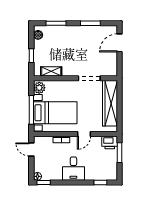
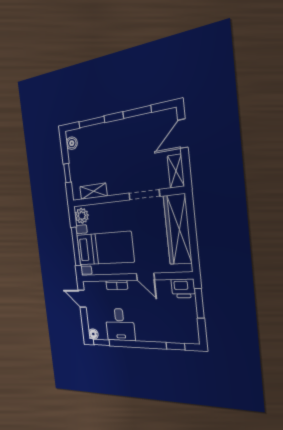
shelving: (113, 66) -> (176, 171), added
door: (84, 134) -> (145, 277), hinge flipped
desk: (73, 169) -> (120, 325), moved

